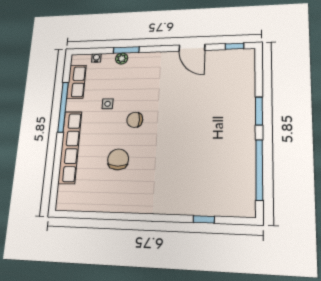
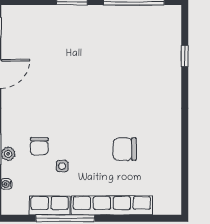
row of seats: (76, 82) -> (50, 205), moved
chair: (135, 120) -> (39, 146), moved

